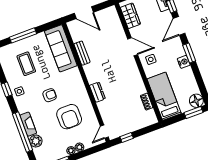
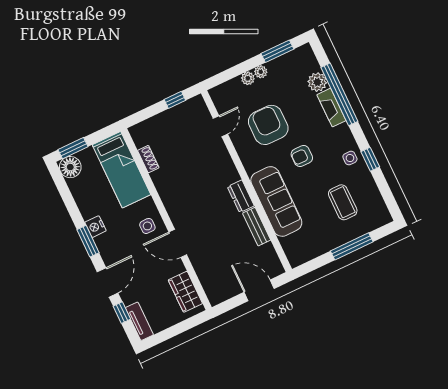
sofa: (61, 48) -> (276, 201), moved
dresser: (97, 92) -> (241, 196), moved
door: (104, 132) -> (220, 126), moved

